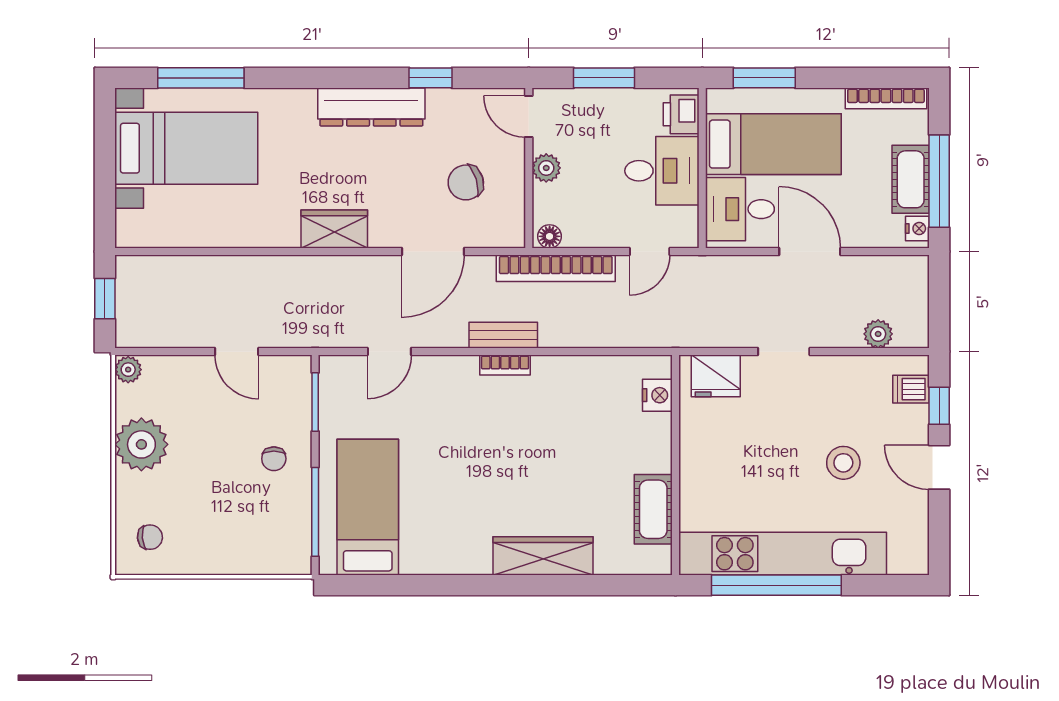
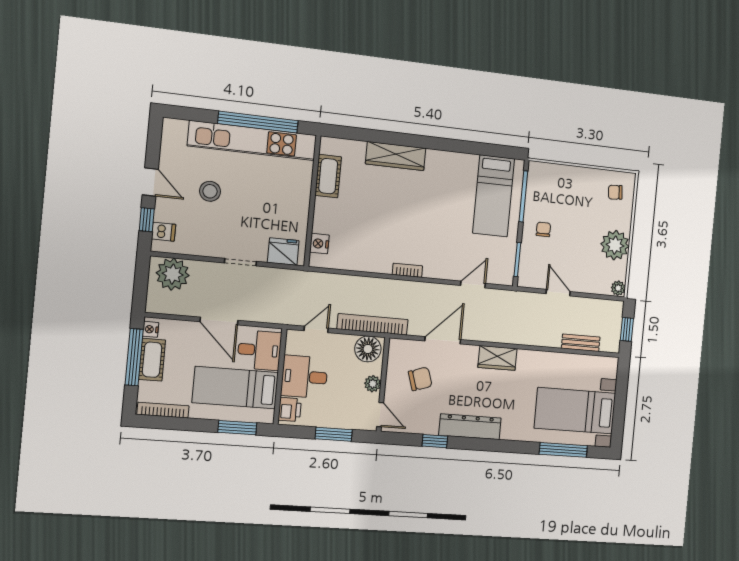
floor lamp: (550, 236) -> (368, 349), width x1.89, depth x1.89
plant: (878, 334) -> (173, 274), width x1.88, depth x1.88
bench: (503, 335) -> (581, 343), moved

